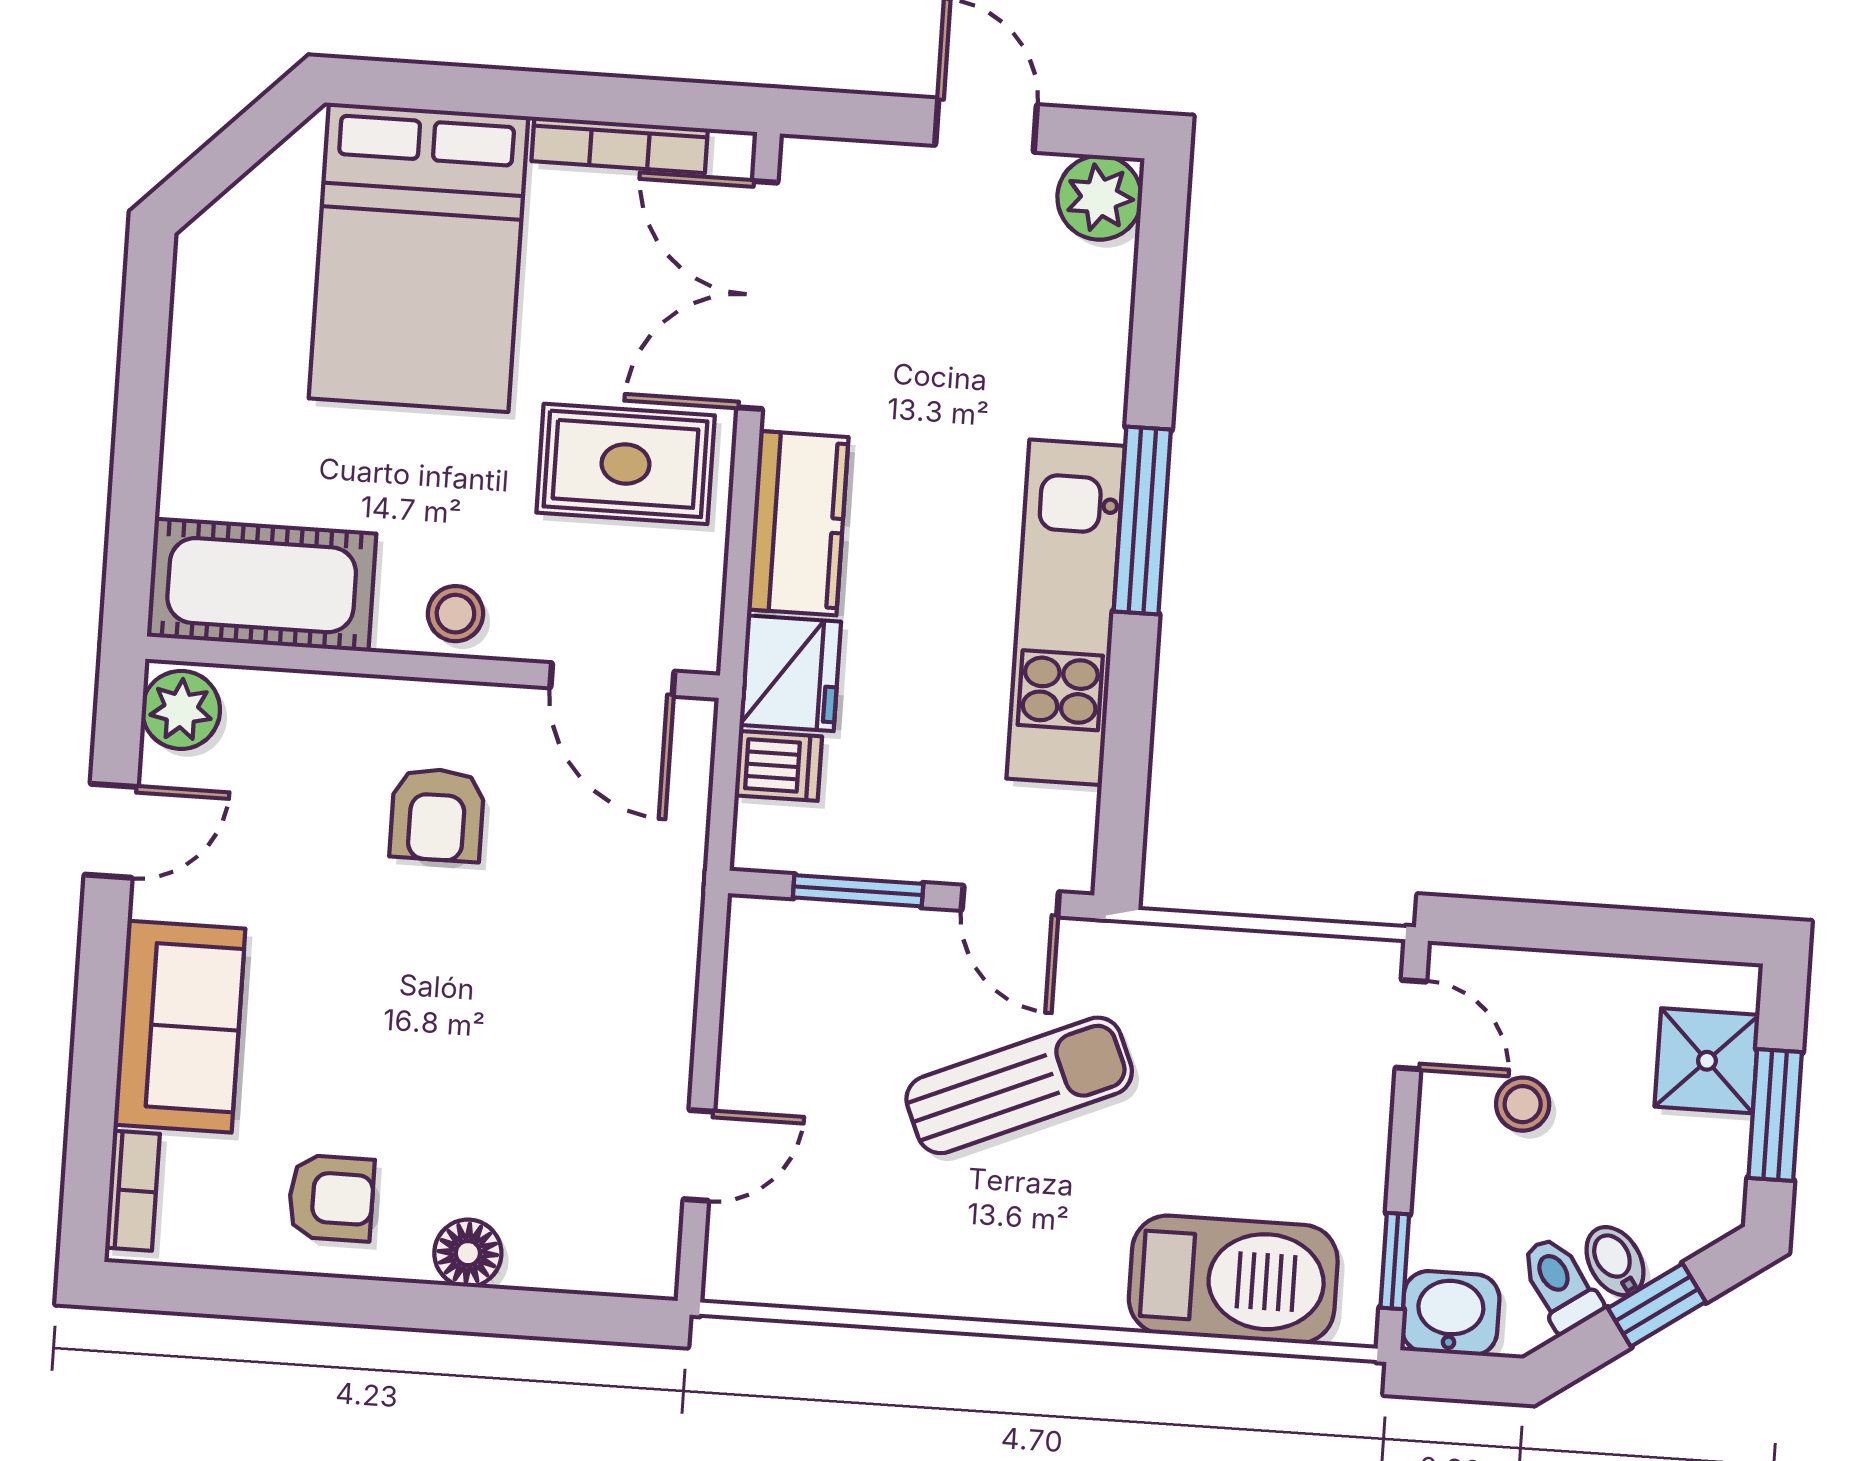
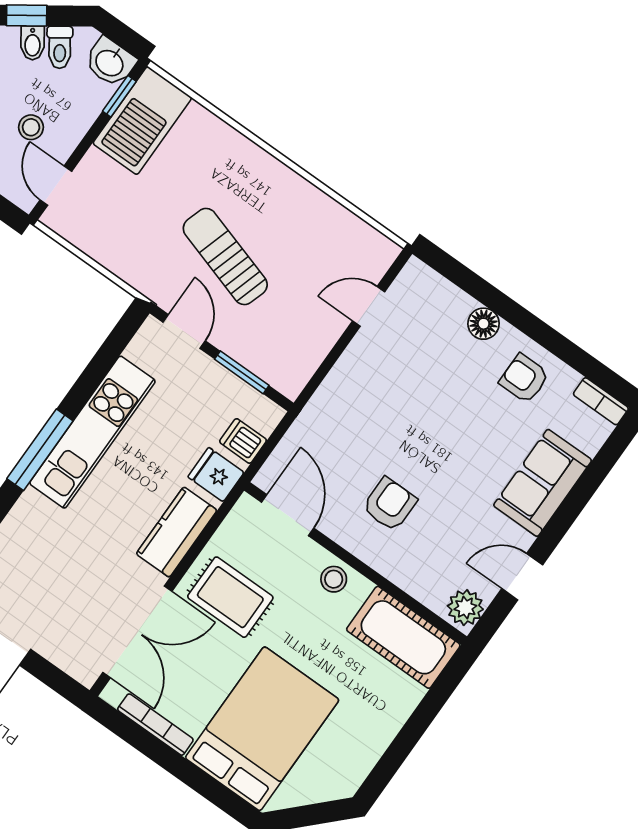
fridge: (790, 673) -> (216, 475), width x0.72
sun lounger: (1019, 1085) -> (225, 256), turned 40
bookcase: (133, 1191) -> (601, 401), moved, turned -90
barbecue: (1233, 1279) -> (142, 121), moved, turned -90

